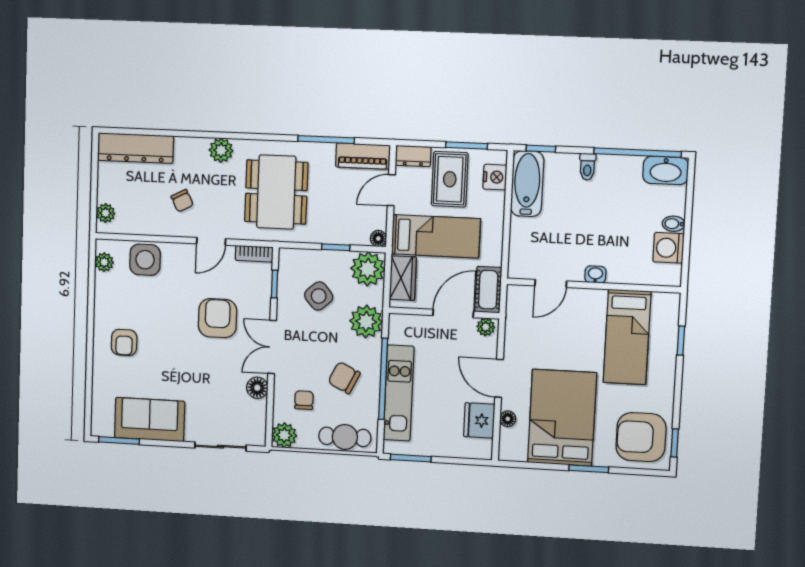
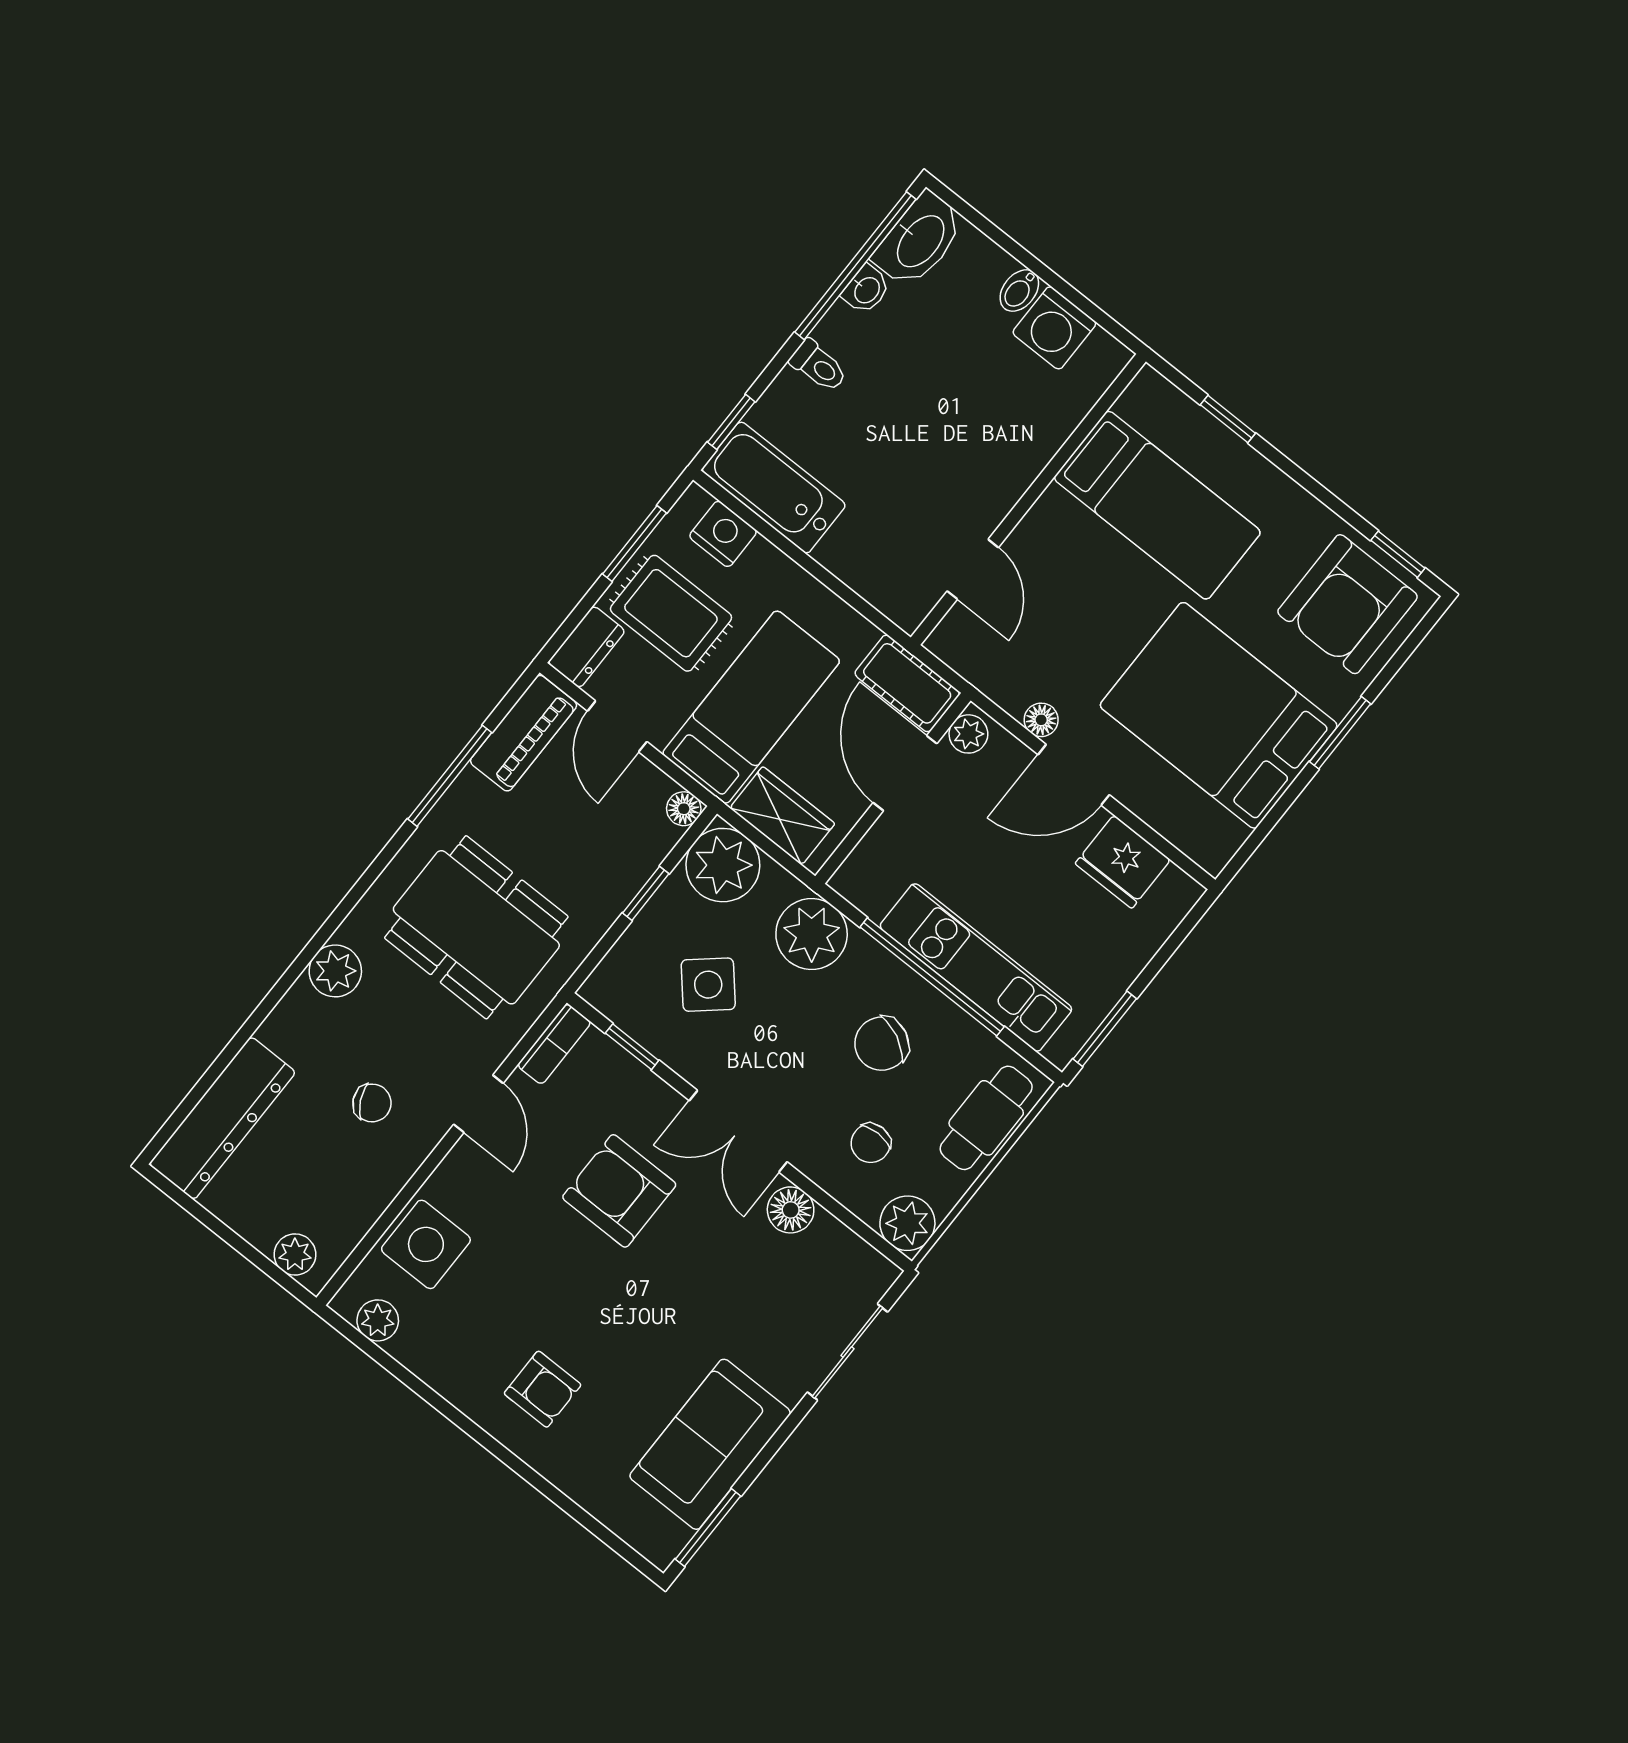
washbasin: (595, 275) -> (866, 290), moved, turned 180
chair: (304, 400) -> (871, 1143), turned -90
floor lamp: (508, 419) -> (1041, 720), moved

